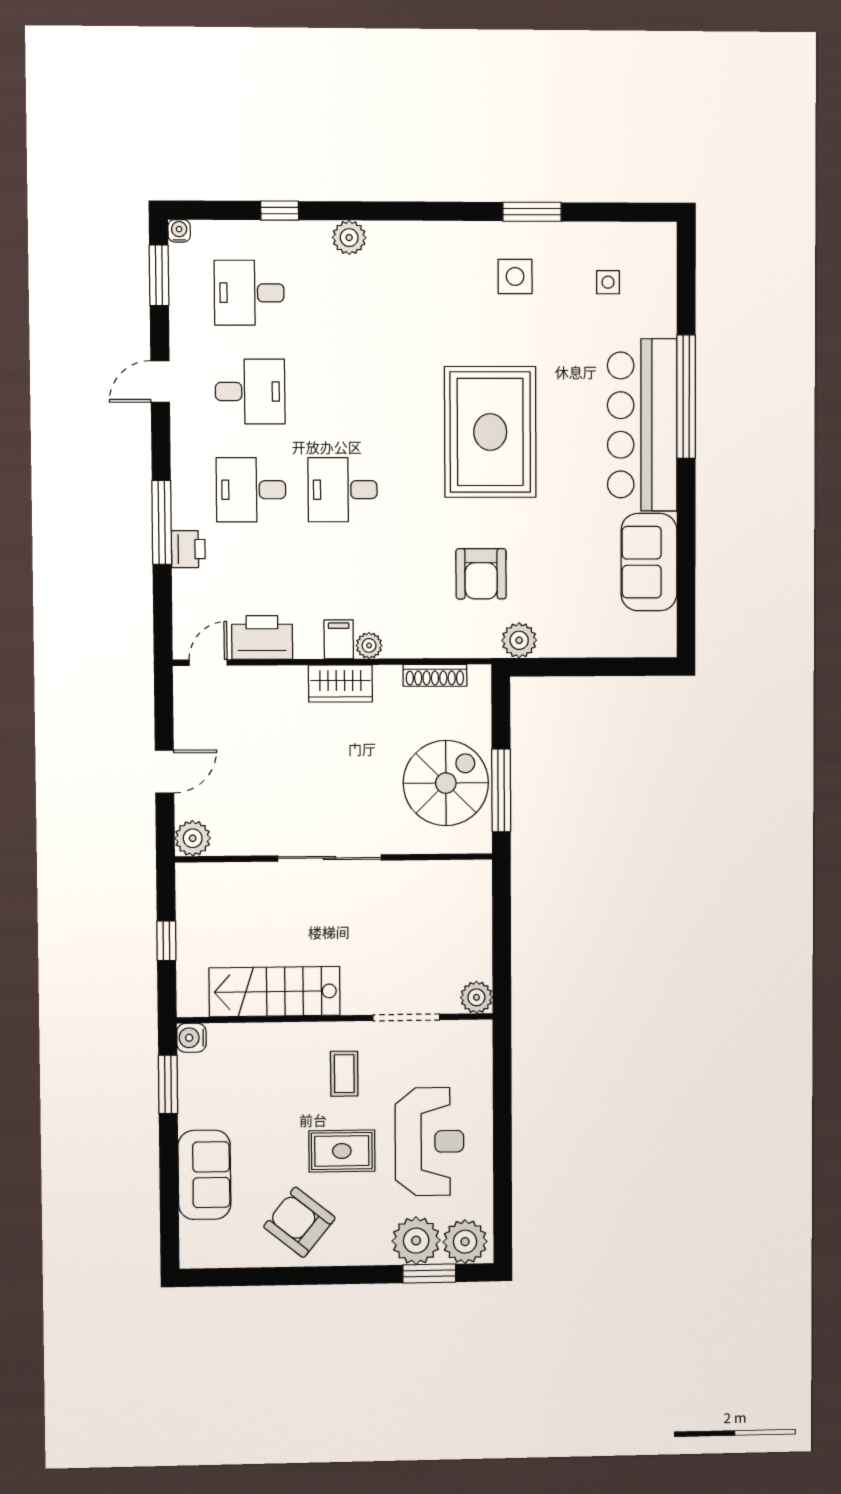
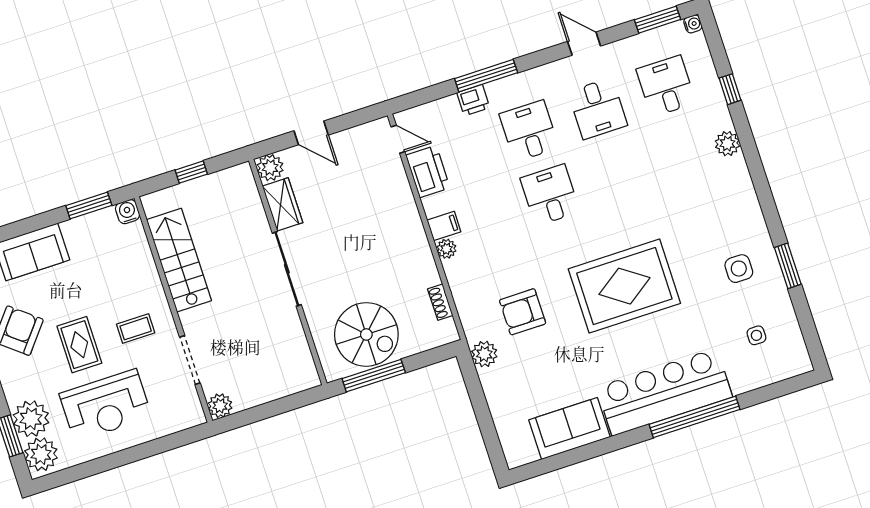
shoe rack: (435, 675) -> (440, 302), width x0.70
wardrobe: (340, 684) -> (283, 204), moved, turned 180

